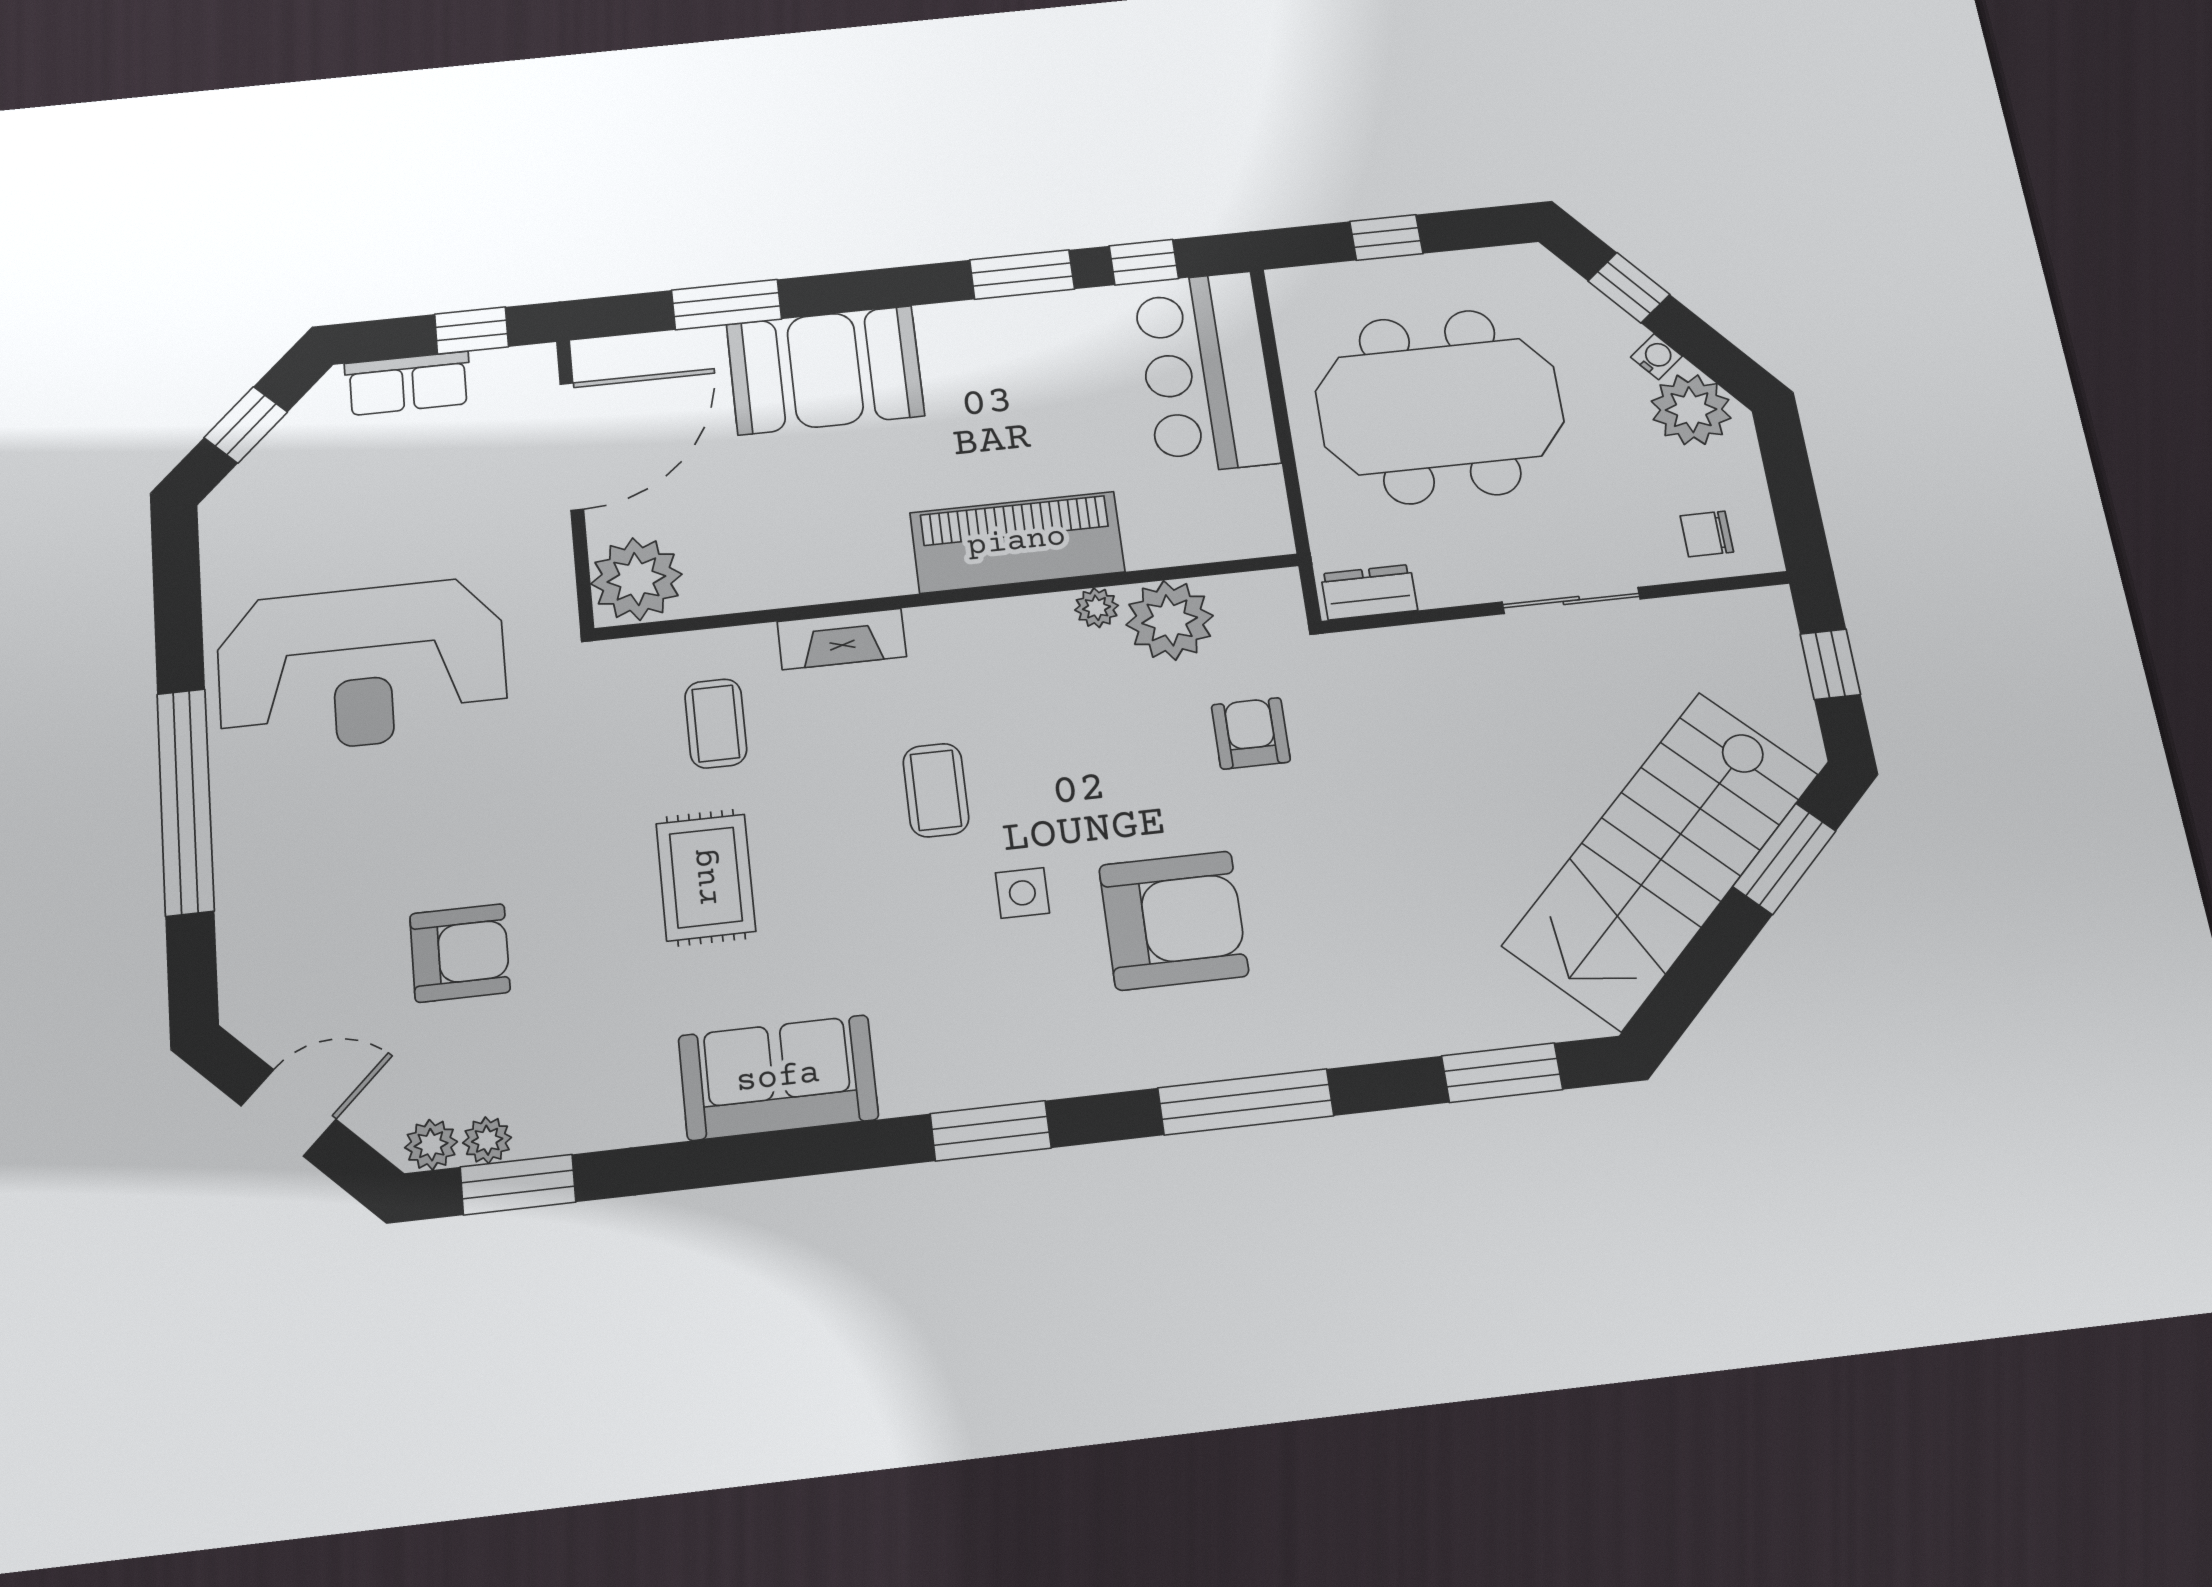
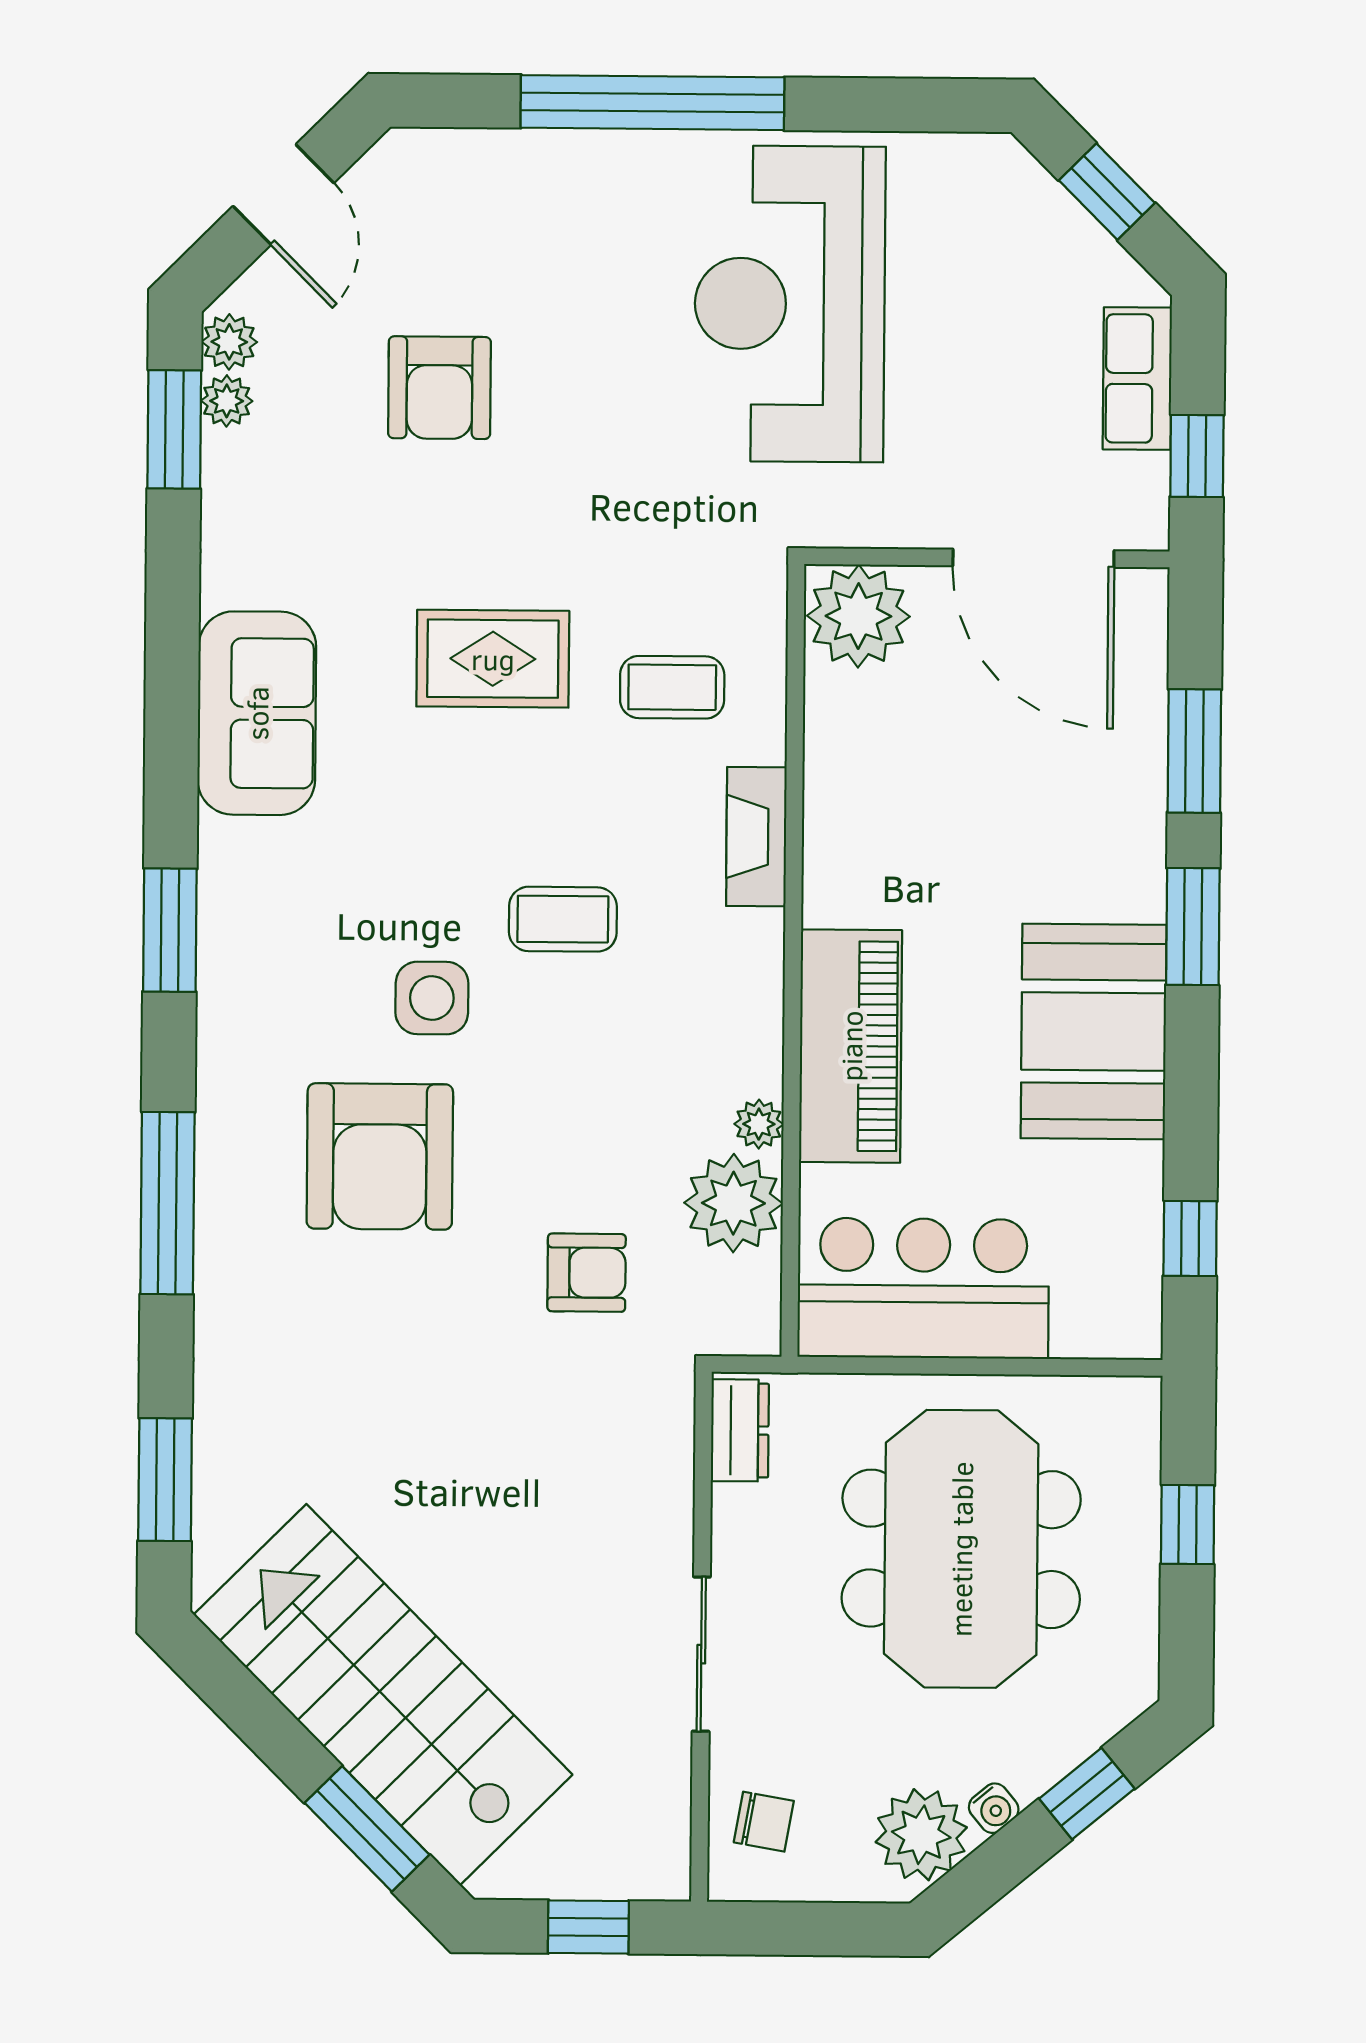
window: (1022, 275) -> (1193, 927), moved
booth: (825, 370) -> (1094, 1031), moved
bar counter: (1206, 372) -> (923, 1288), moved
chair: (1707, 534) -> (764, 1822), turned 100
side table: (1022, 893) -> (432, 998), width x1.37, depth x1.37

